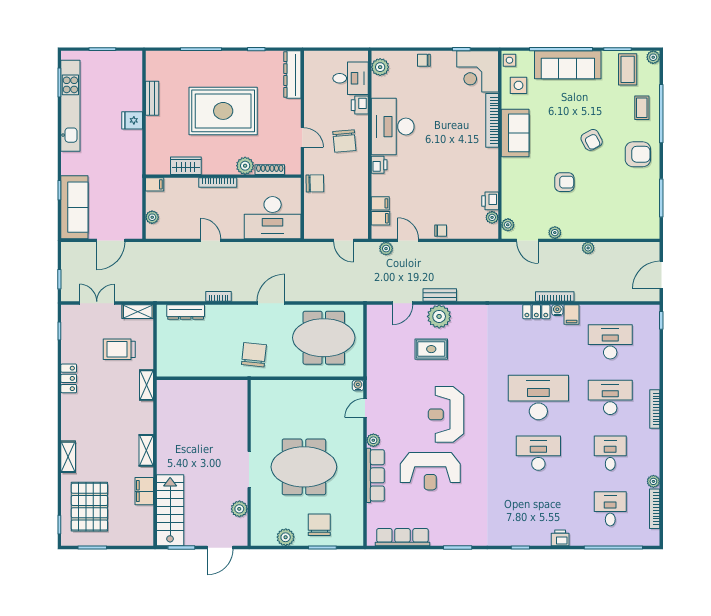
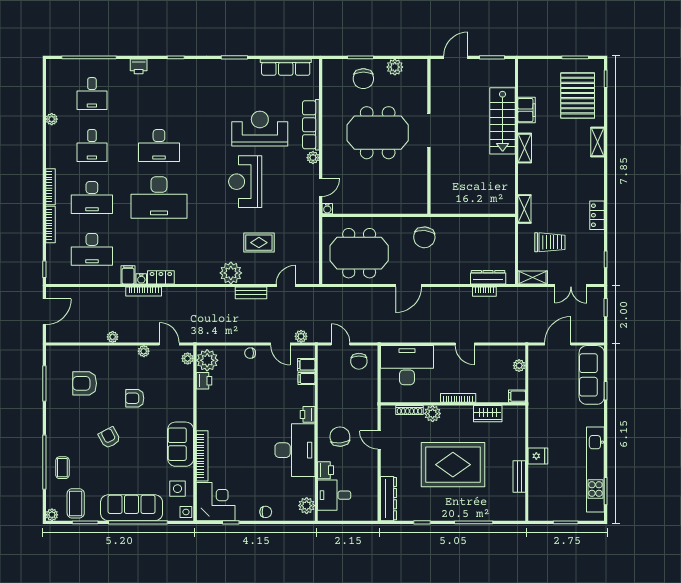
armchair: (638, 154) -> (85, 383), moved
chair: (315, 183) -> (359, 361), moved, turned -89
plant: (492, 217) -> (207, 360), width x1.88, depth x1.88
bookcase: (218, 296) -> (484, 292), moved
plant: (439, 316) -> (231, 273), moved
reception desk: (446, 414) -> (245, 182), turned 180
plant: (239, 509) -> (438, 94), removed
bookcase: (655, 509) -> (50, 224), moved
stairs: (170, 510) -> (503, 121), moved

